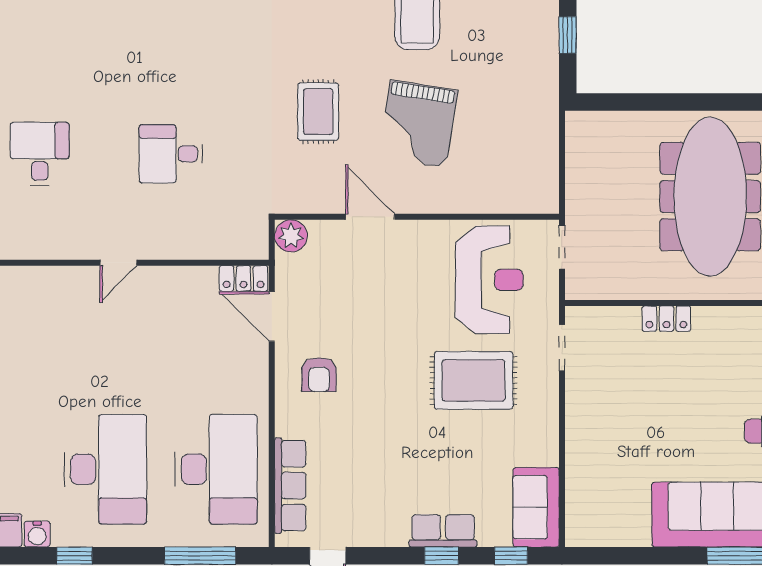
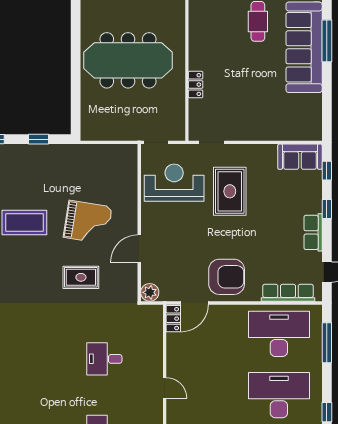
desk: (171, 154) -> (104, 359), turned 90
armchair: (319, 375) -> (227, 277), width x1.88, depth x1.88
row of seats: (443, 531) -> (313, 232), moved

